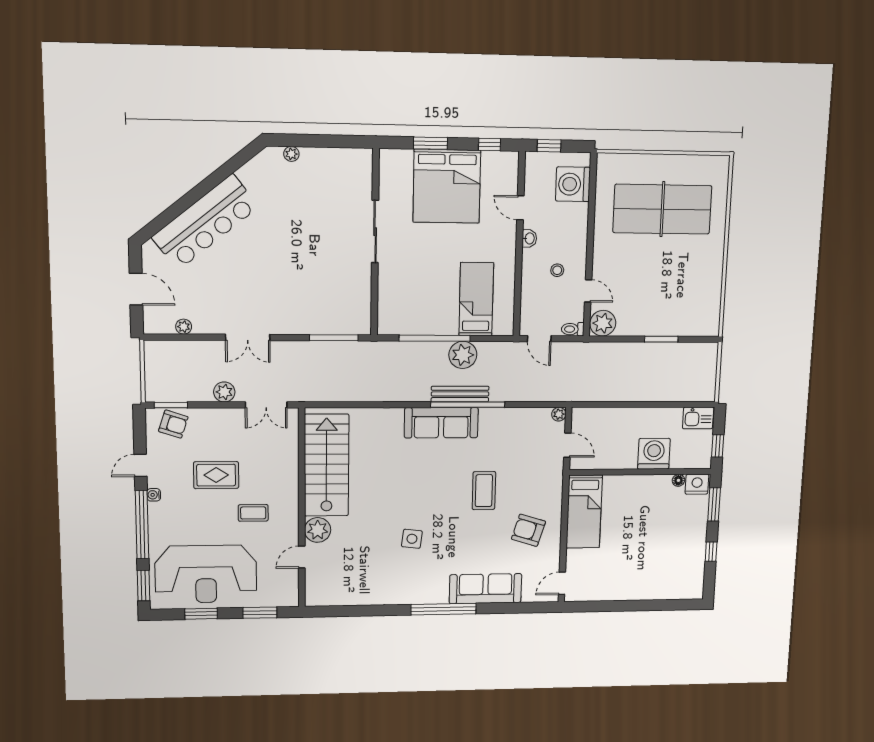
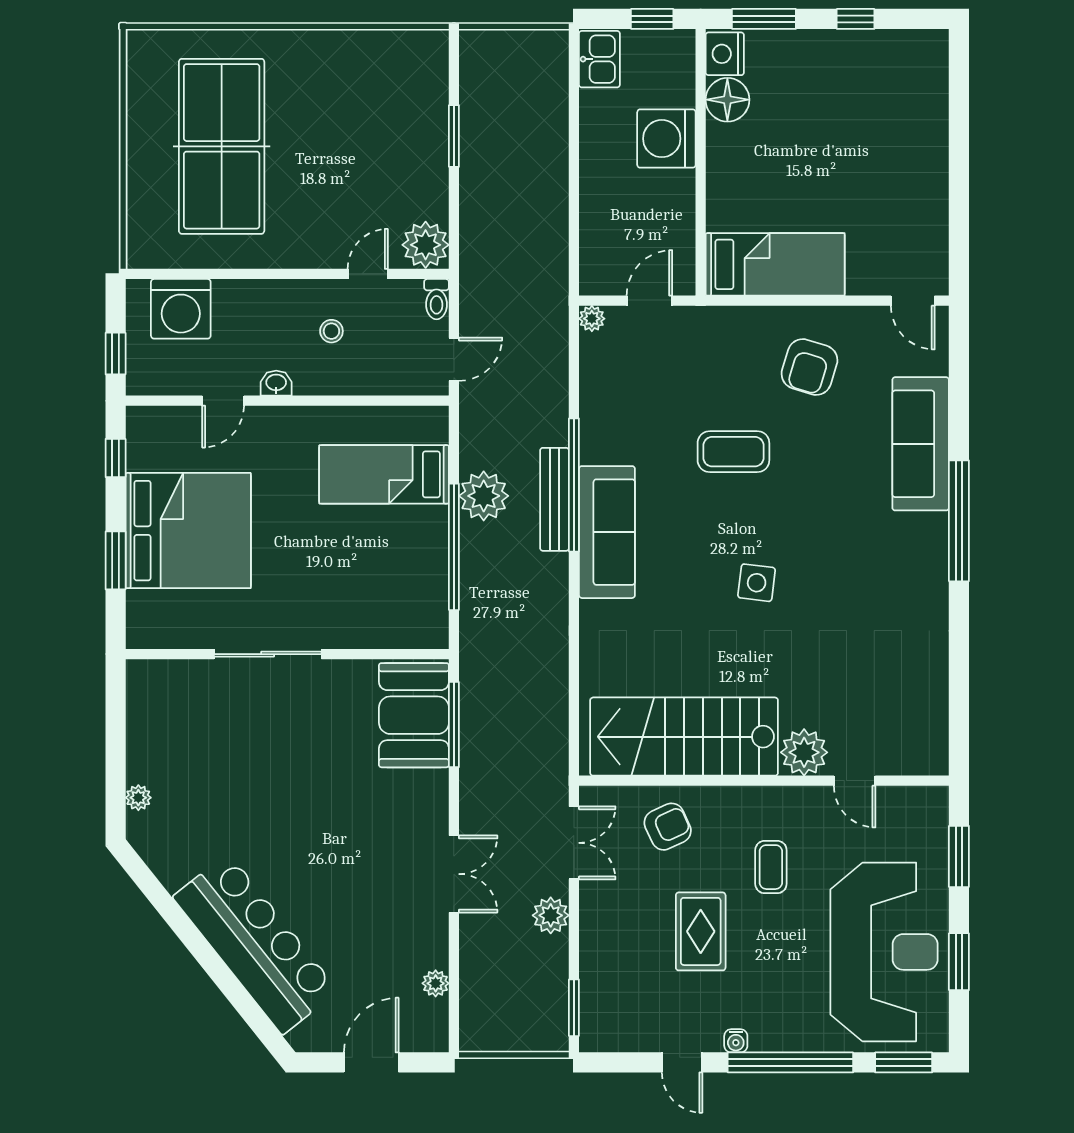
booth: (339, 315) -> (414, 715), added
armchair: (173, 424) -> (668, 827), moved, turned 47
floor lamp: (678, 480) -> (727, 100), width x1.89, depth x1.89
side table: (412, 539) -> (757, 583), moved

